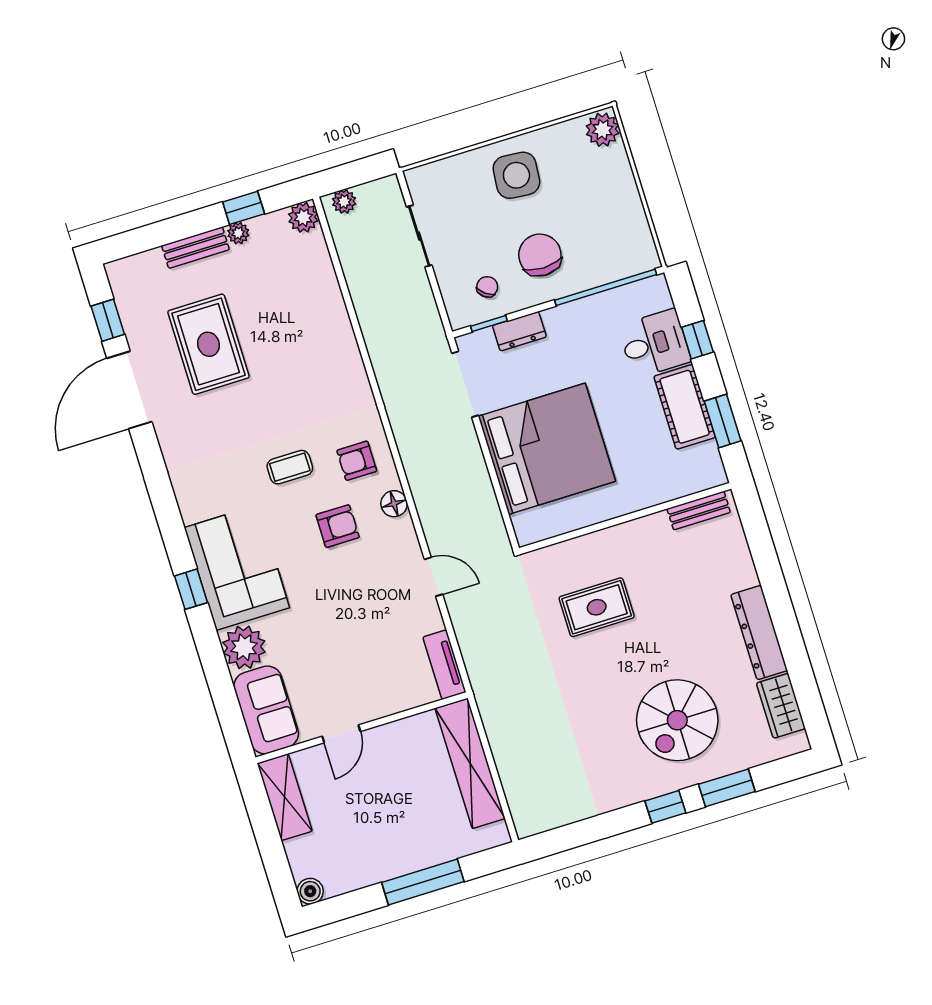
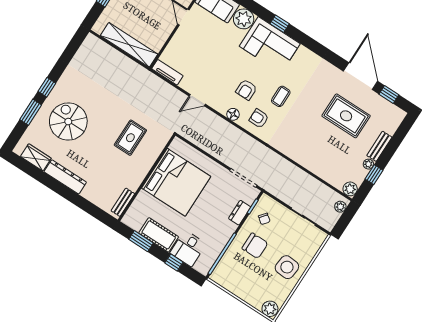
bed: (547, 449) -> (176, 182), moved, turned -90
armchair: (357, 461) -> (259, 119), turned -90

